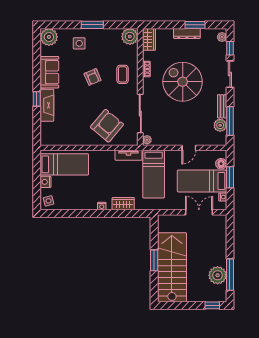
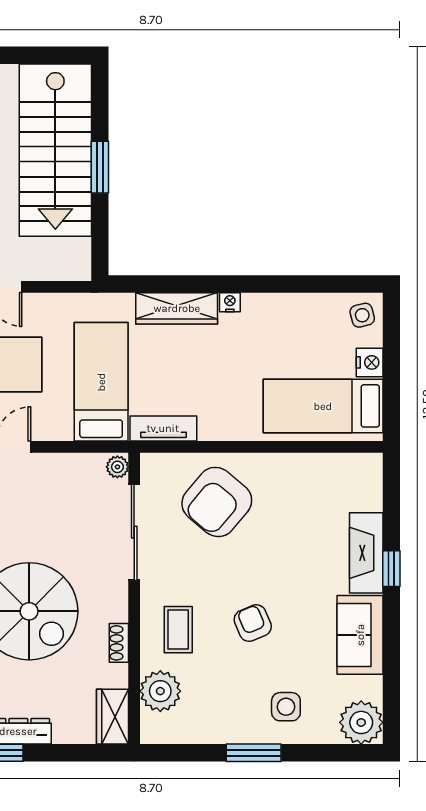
plant: (130, 36) -> (160, 691), moved
wardrobe: (123, 204) -> (177, 308), width x1.50

